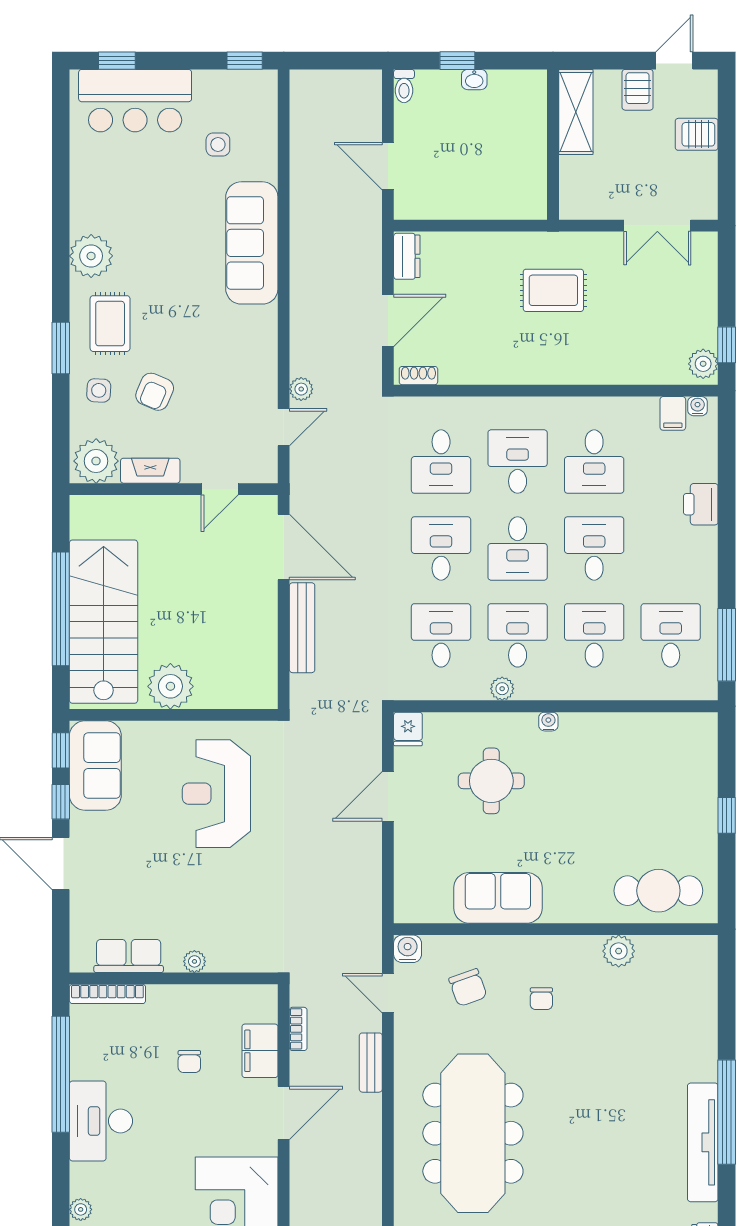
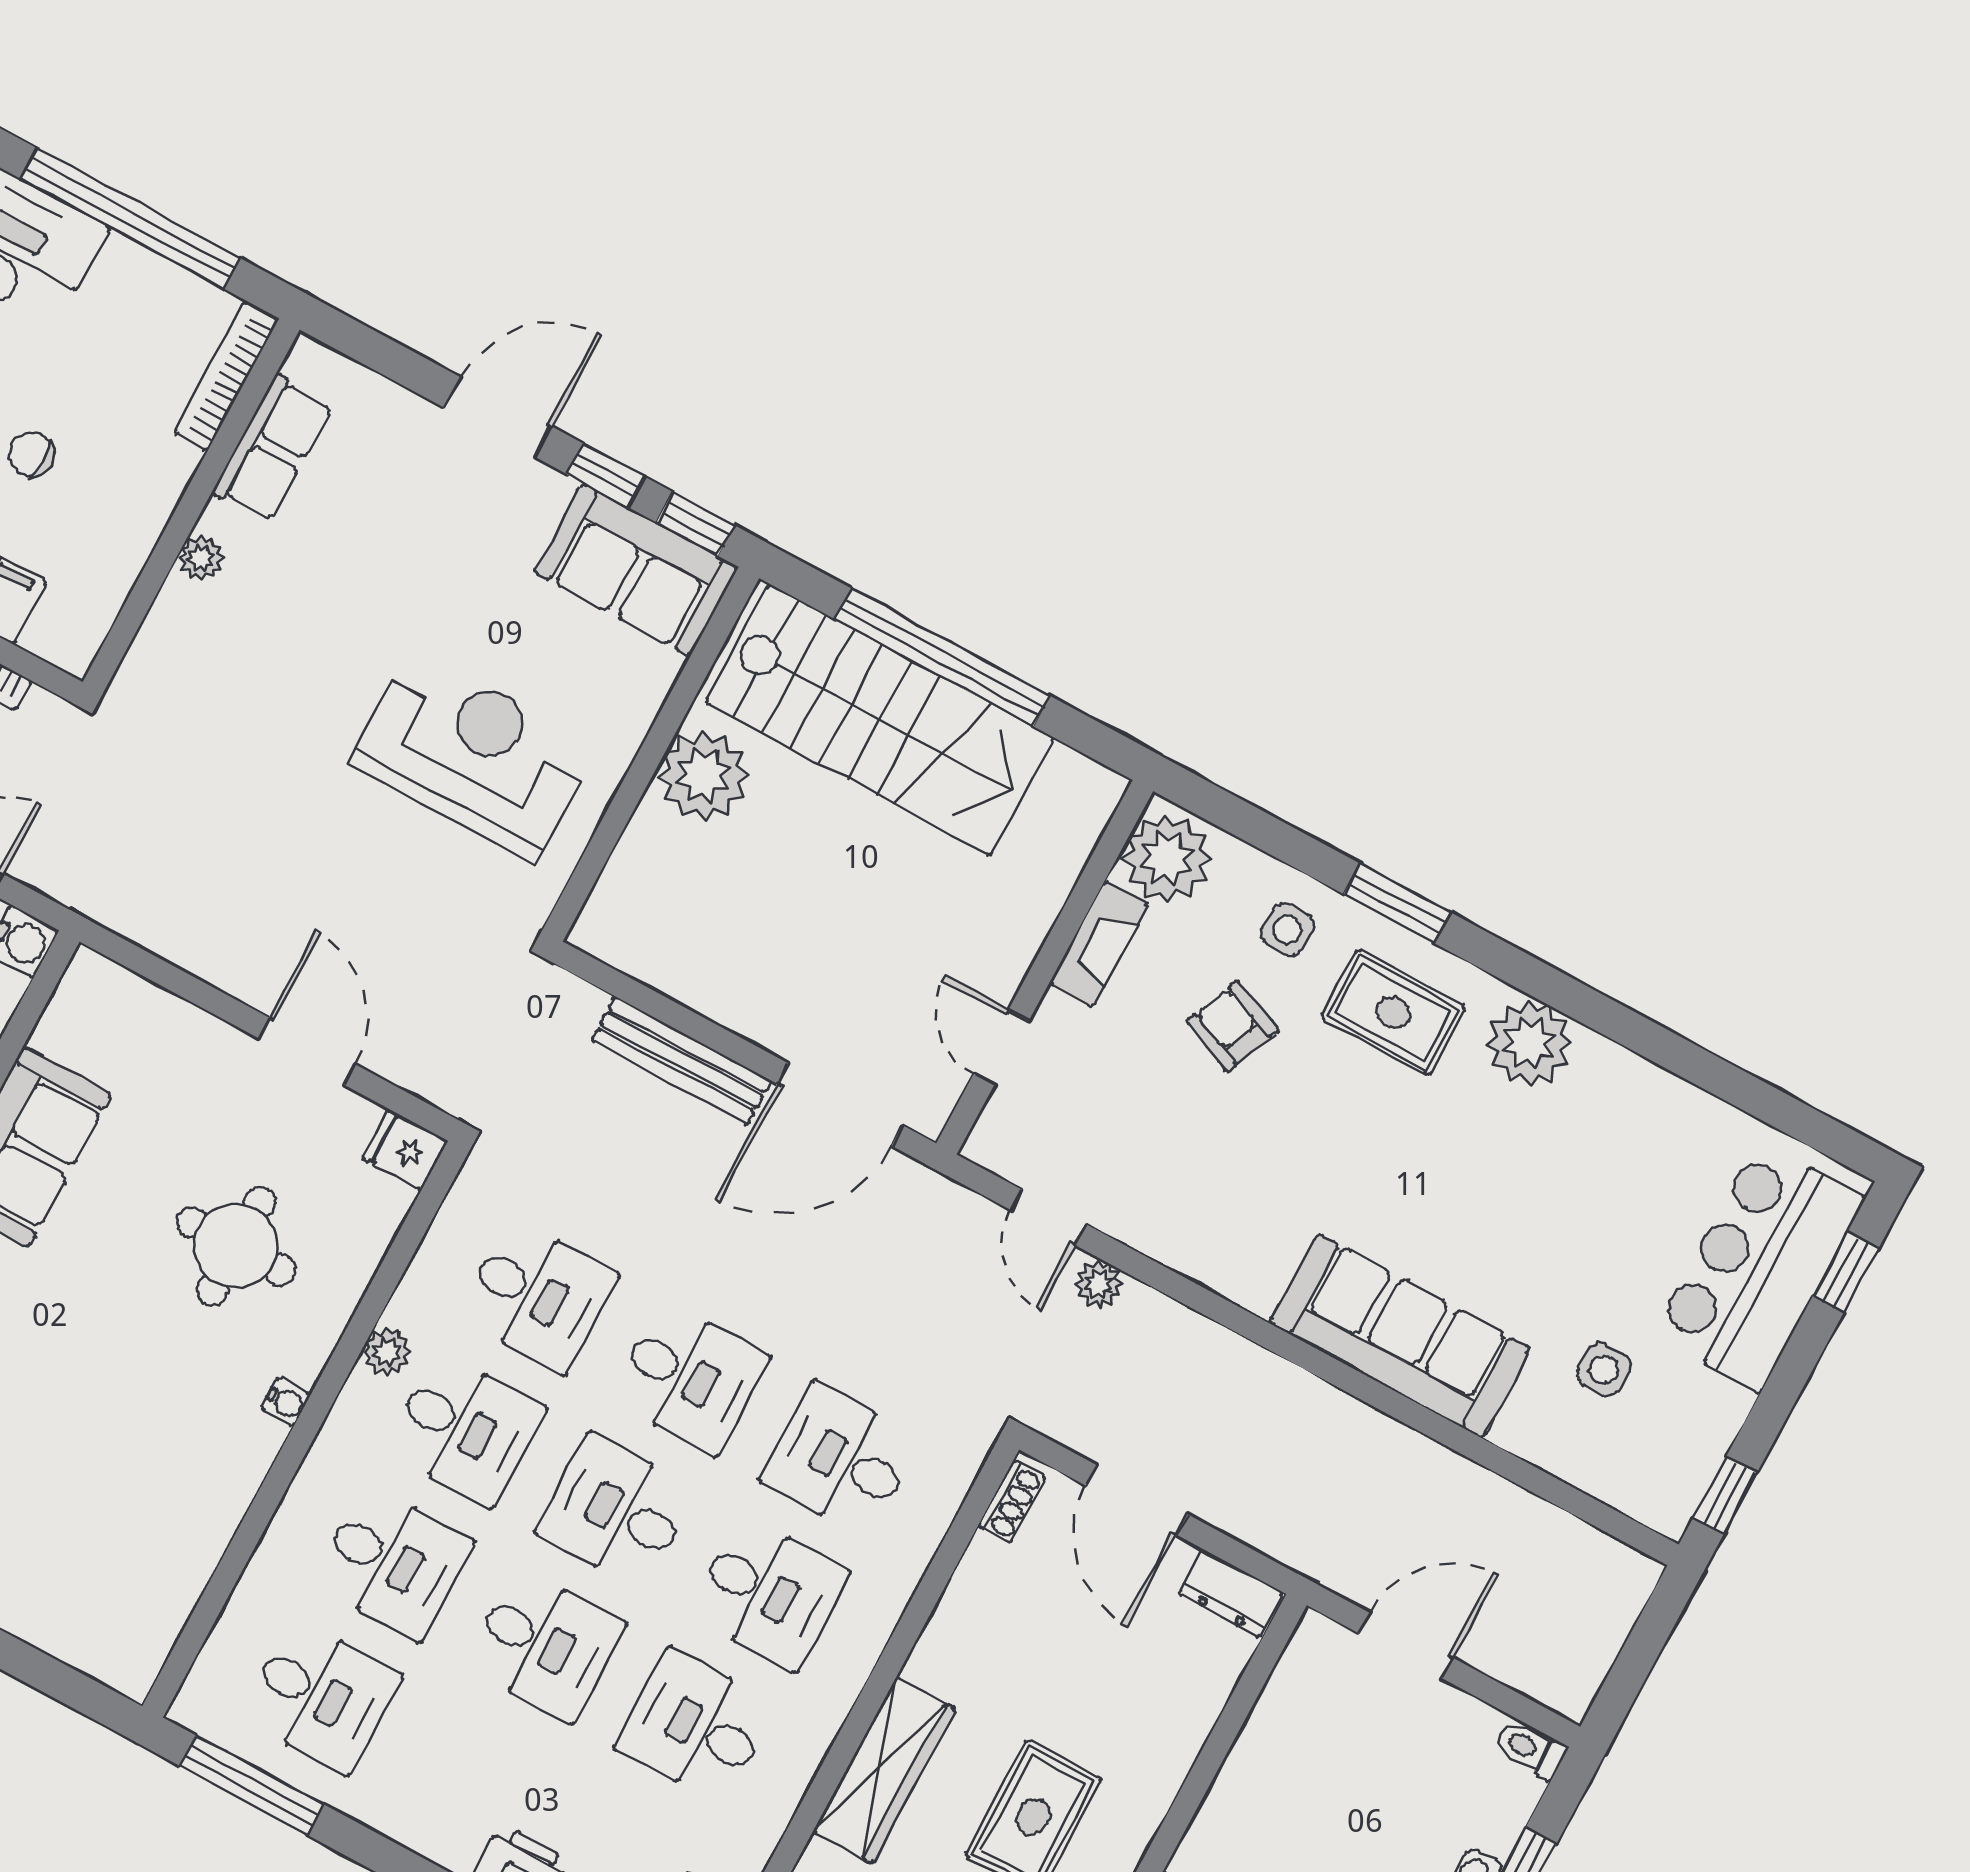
wardrobe: (568, 368) -> (884, 1770), added

